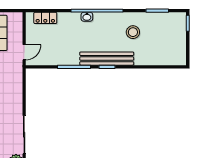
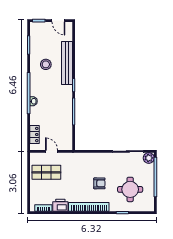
door: (188, 48) -> (58, 21), added
door: (24, 52) -> (52, 151), moved
bench: (107, 59) -> (67, 63), moved

